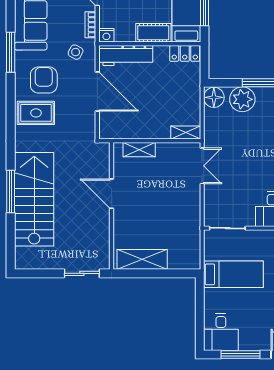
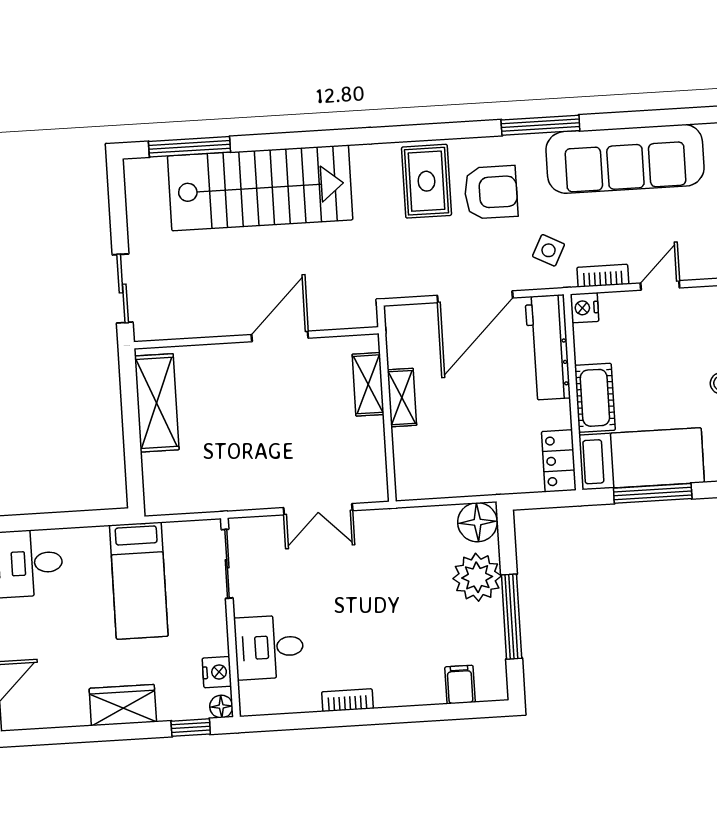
shelving: (186, 132) -> (402, 398), moved
double door: (202, 166) -> (318, 509), moved
window: (11, 191) -> (190, 147), moved

